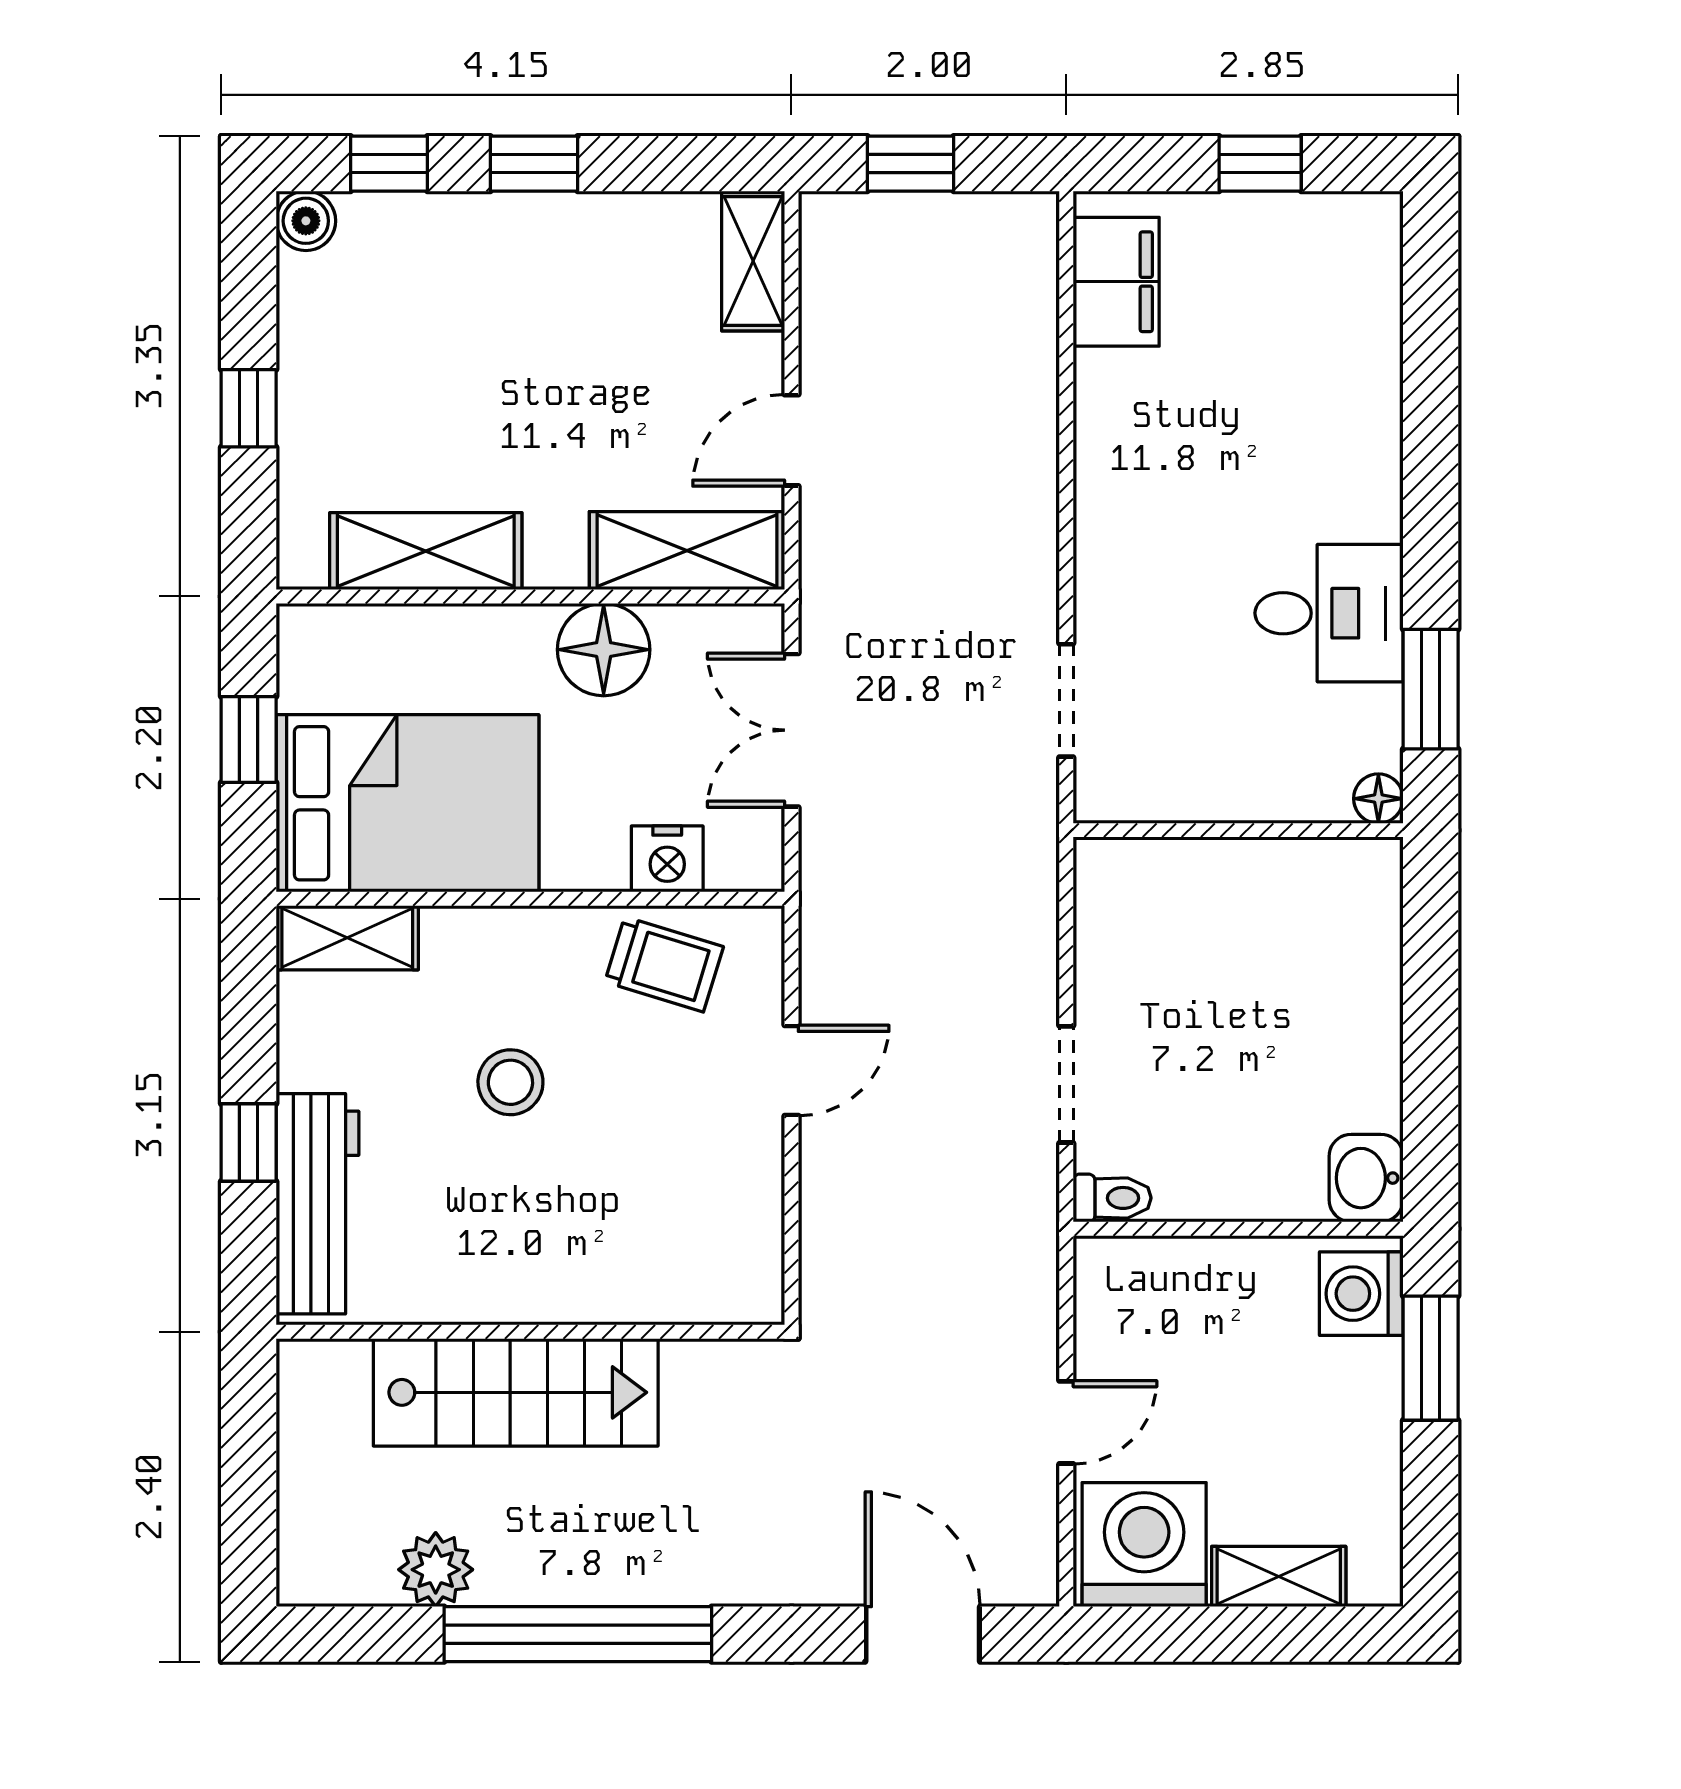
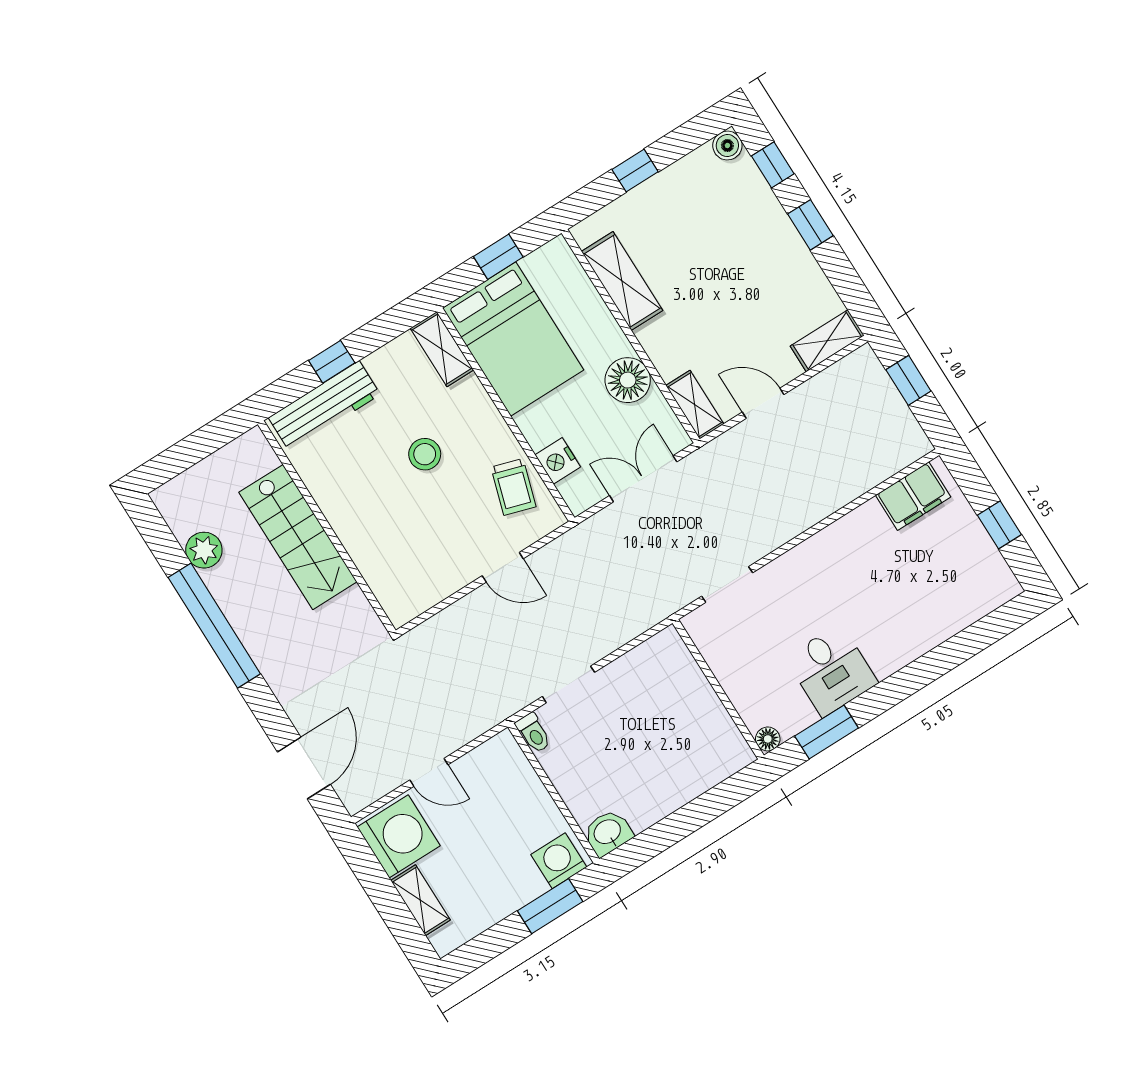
shelving: (687, 551) -> (695, 405), width x0.67, depth x0.75

